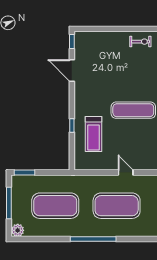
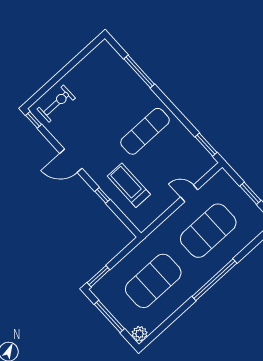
exercise bike: (140, 42) -> (56, 104), moved, width x1.38, depth x1.39
door: (72, 71) -> (71, 161), moved
treadmill: (94, 134) -> (129, 185), turned 180

